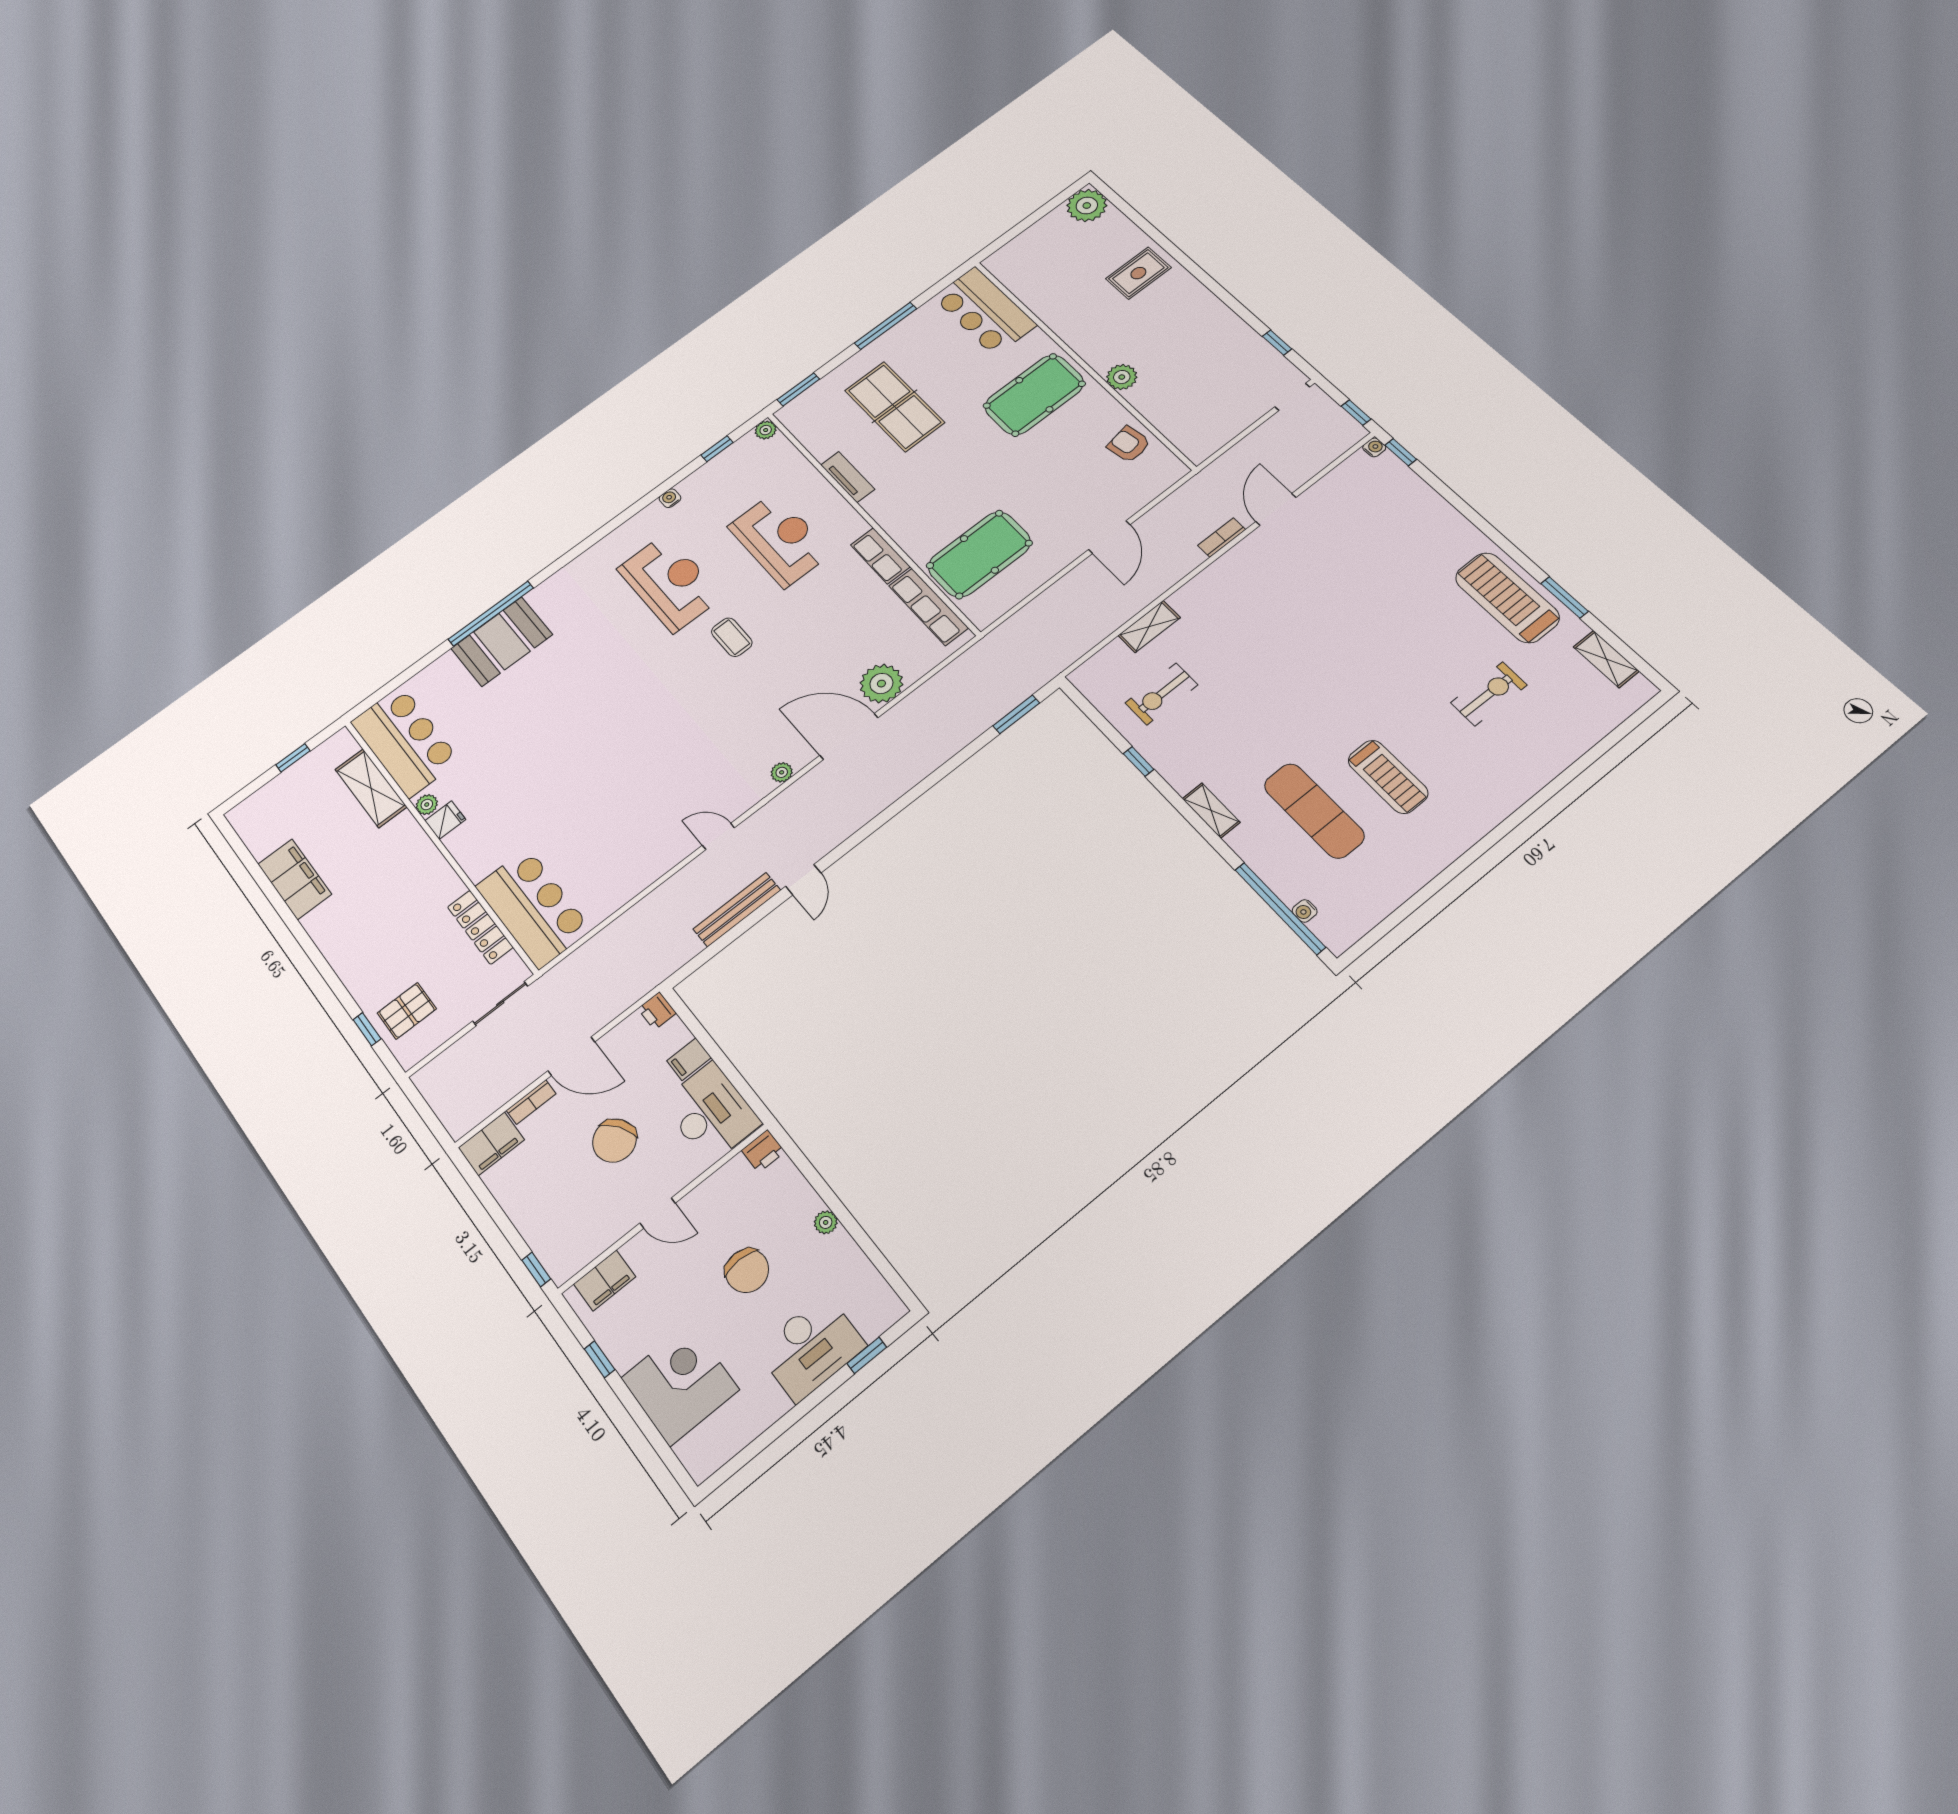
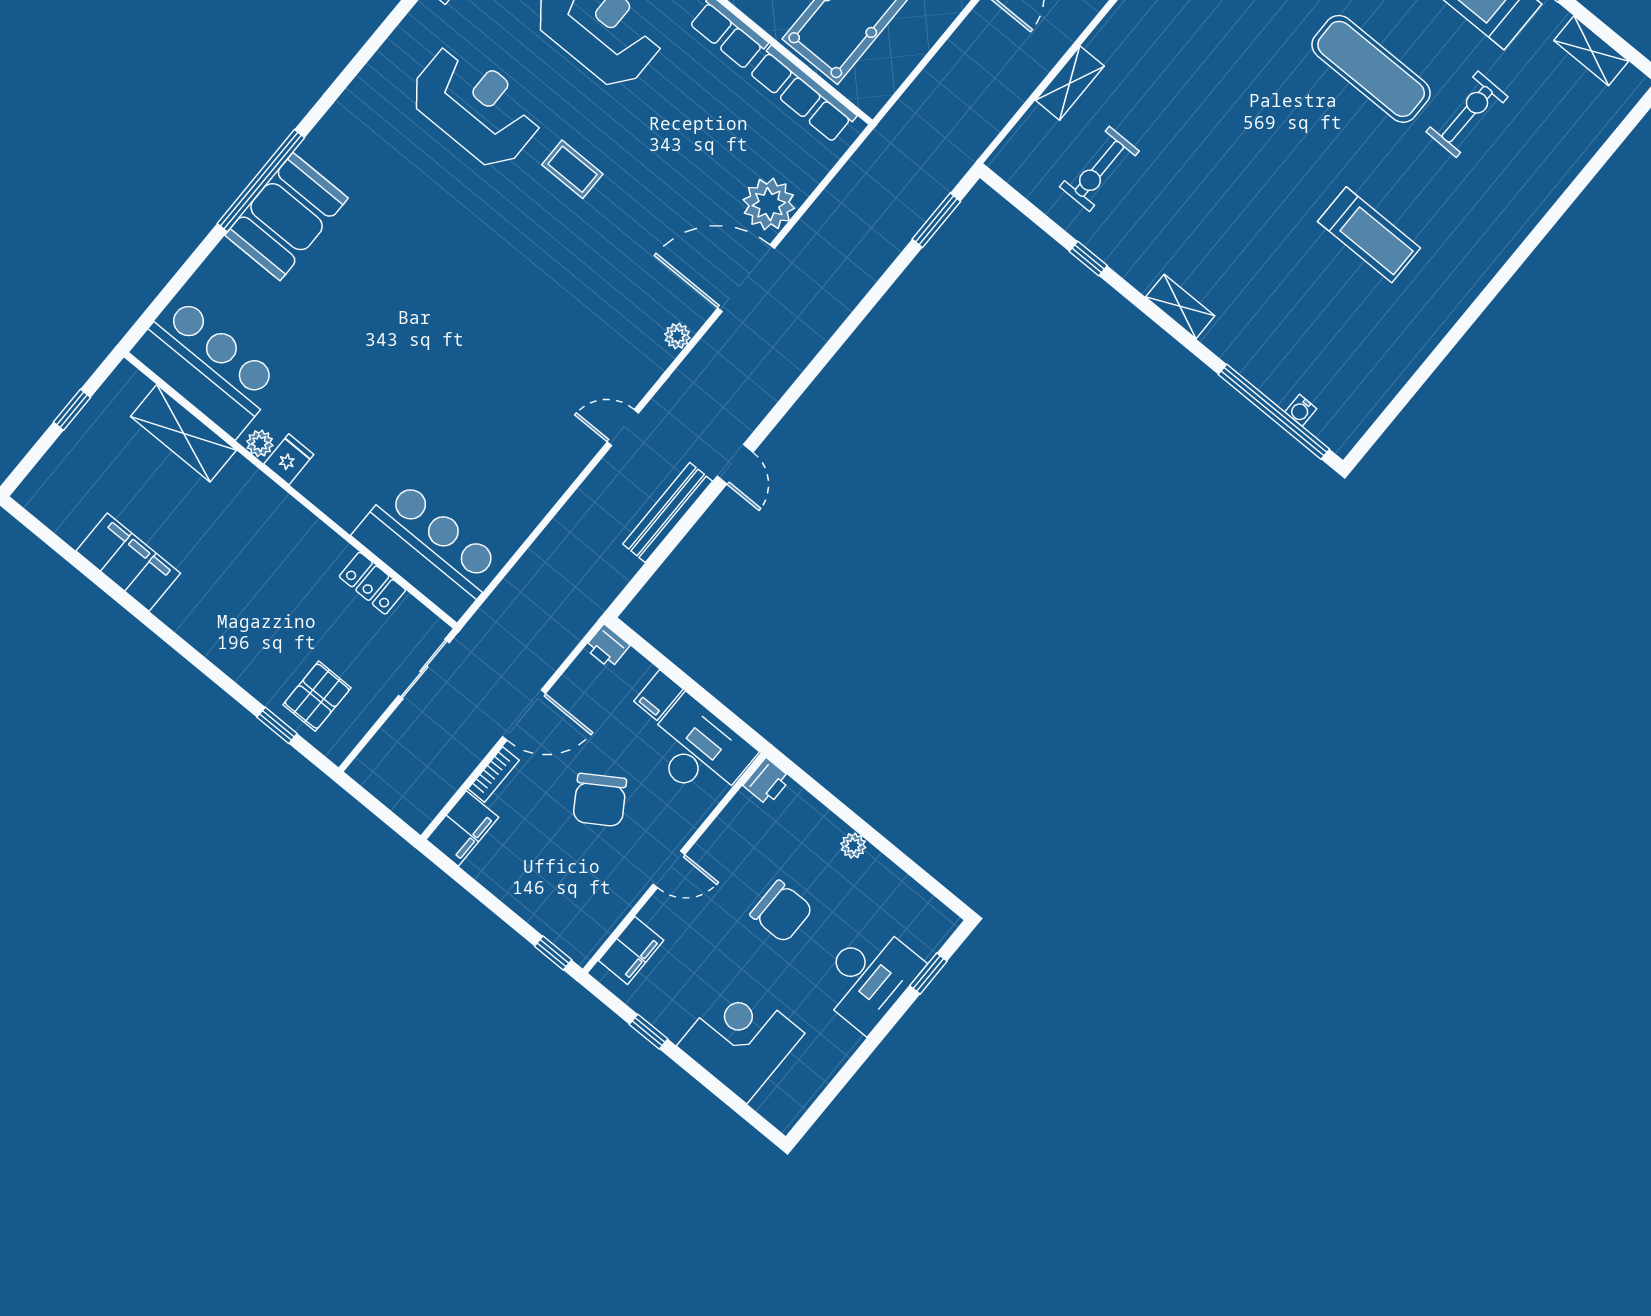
exercise mat: (1314, 811) -> (1371, 69), moved
locker: (480, 927) -> (372, 583), width x0.66

